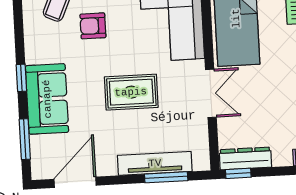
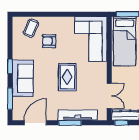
rug: (131, 92) -> (67, 77), turned 90
double door: (211, 93) -> (109, 96), moved
window: (166, 177) -> (70, 123), moved

